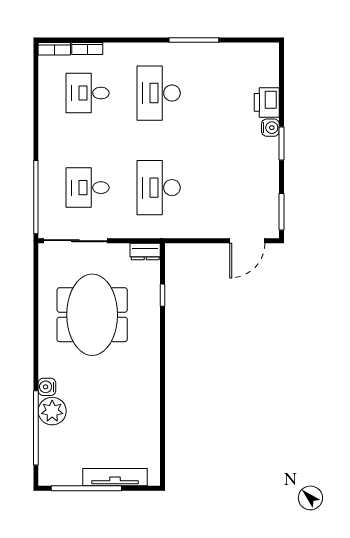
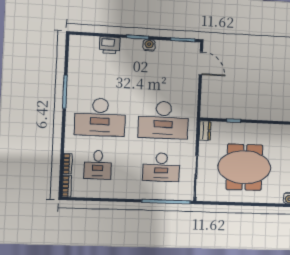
desk: (159, 93) -> (100, 117), width x1.36, depth x1.30
water cooler: (270, 128) -> (149, 45), moved
desk: (88, 188) -> (161, 167), width x1.37
desk: (159, 188) -> (163, 120), width x1.36, depth x1.30

